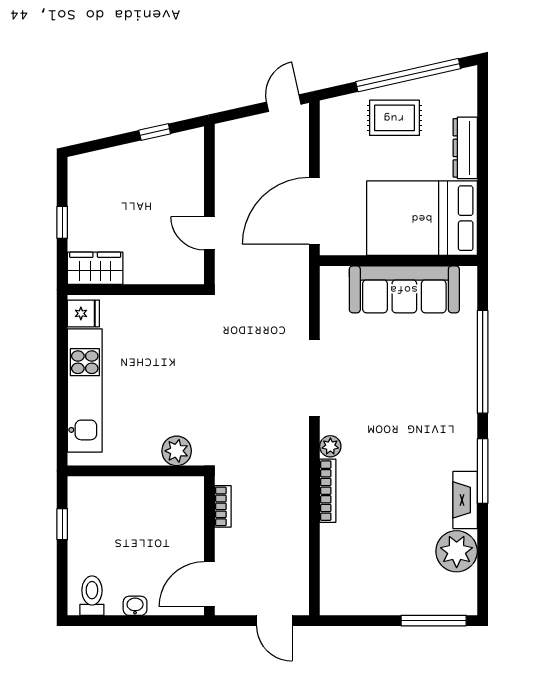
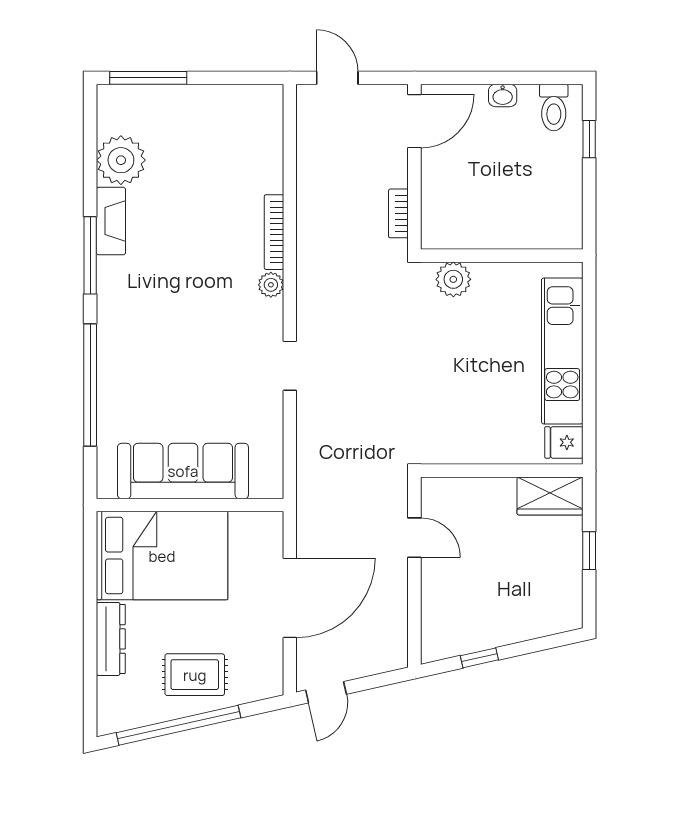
door: (314, 211) -> (290, 598), moved
doorway: (314, 378) -> (290, 366), width x0.53
window: (62, 524) -> (589, 139), moved

